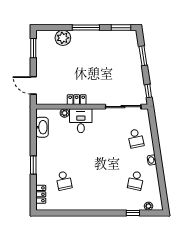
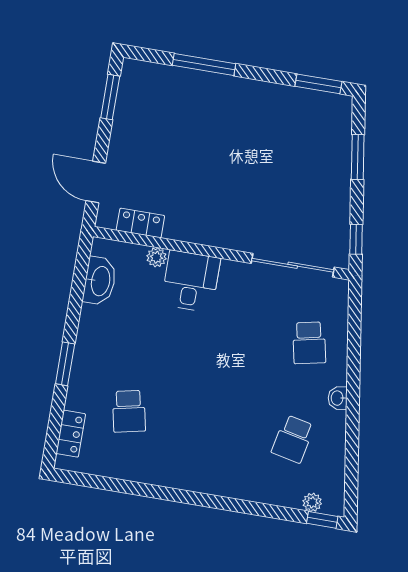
window: (86, 28) -> (204, 65), moved
plant: (63, 38) -> (182, 85), removed
locker: (77, 100) -> (140, 223), moved
window: (133, 213) -> (322, 520), moved

